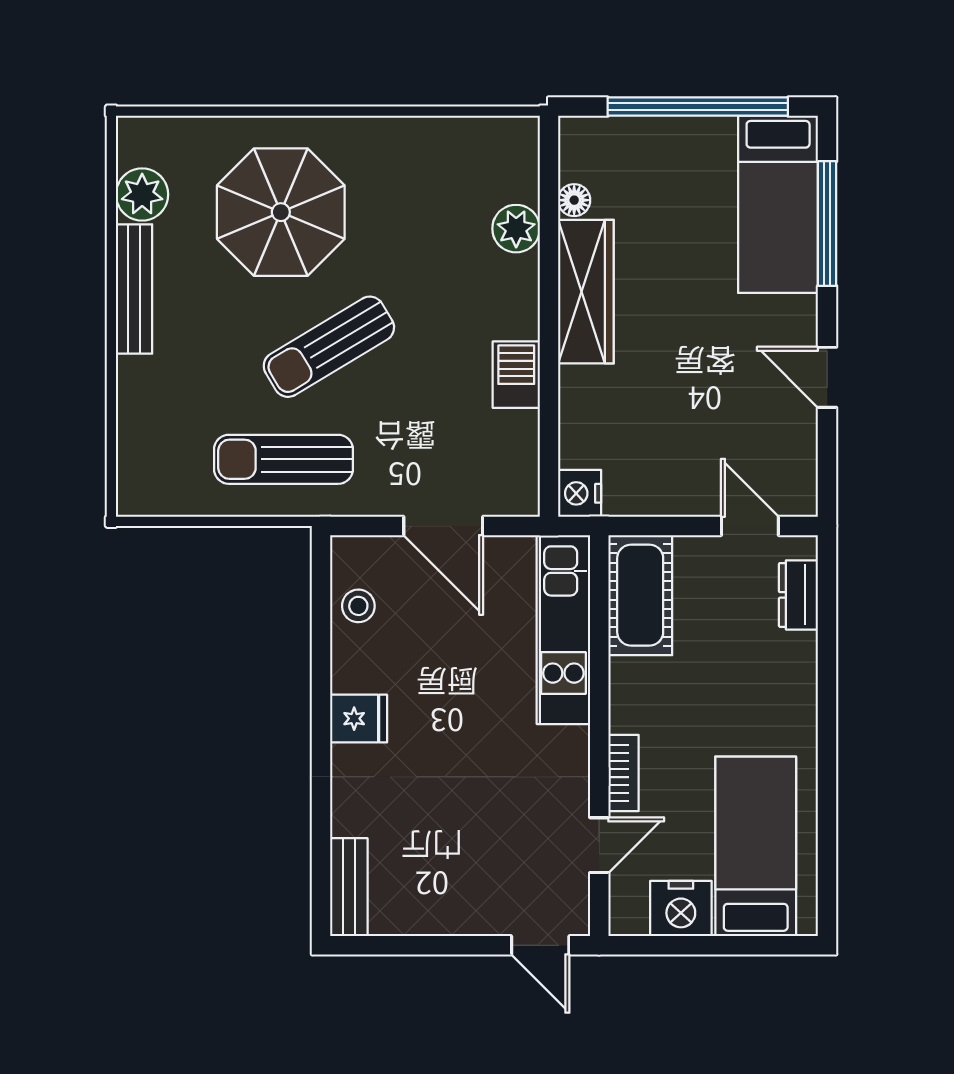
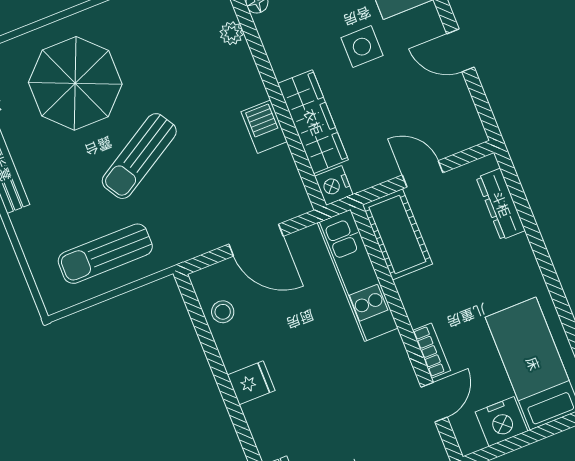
plant: (516, 229) -> (232, 33), width x0.73, depth x0.73
wardrobe: (586, 292) -> (313, 122), moved
side table: (694, 318) -> (362, 47), added
sun lounger: (283, 459) -> (105, 254), moved
door: (750, 526) -> (423, 174), moved
dresser: (798, 595) -> (501, 204), width x1.44

